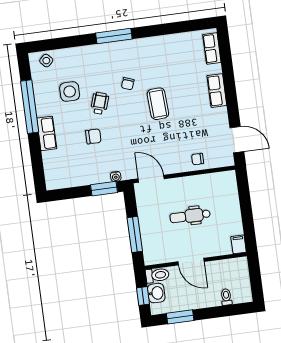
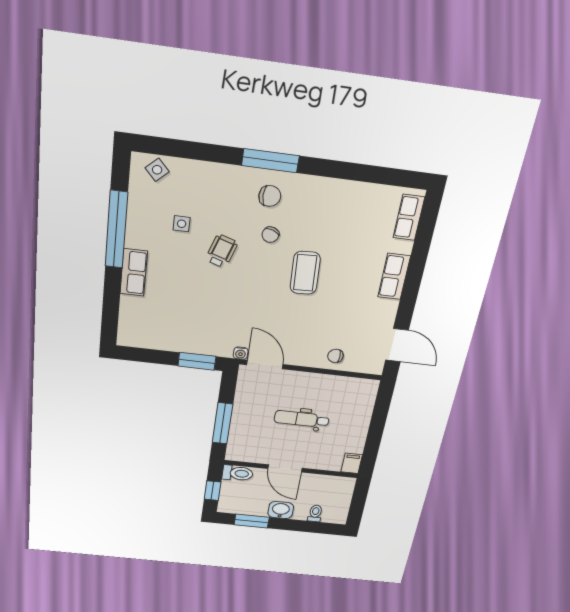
side table: (70, 92) -> (182, 224), width x0.54, depth x0.54
chair: (93, 136) -> (270, 196), moved
water cooler: (116, 176) -> (241, 353), moved
washbasin: (156, 293) -> (281, 510), moved, turned -90

